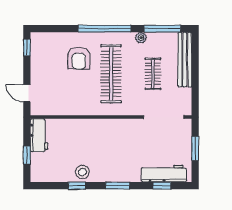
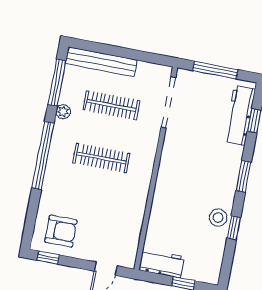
armchair: (79, 58) -> (61, 231), moved
clothes rail: (111, 74) -> (101, 158), width x0.73, depth x0.76
clothes rail: (153, 74) -> (111, 105), width x1.36
window: (195, 148) -> (215, 70), width x1.44

